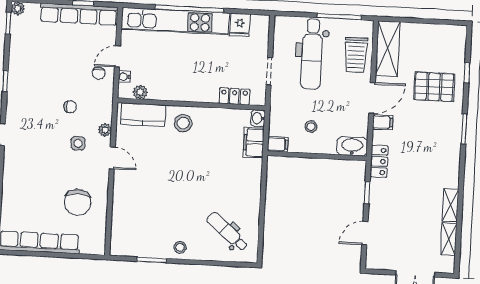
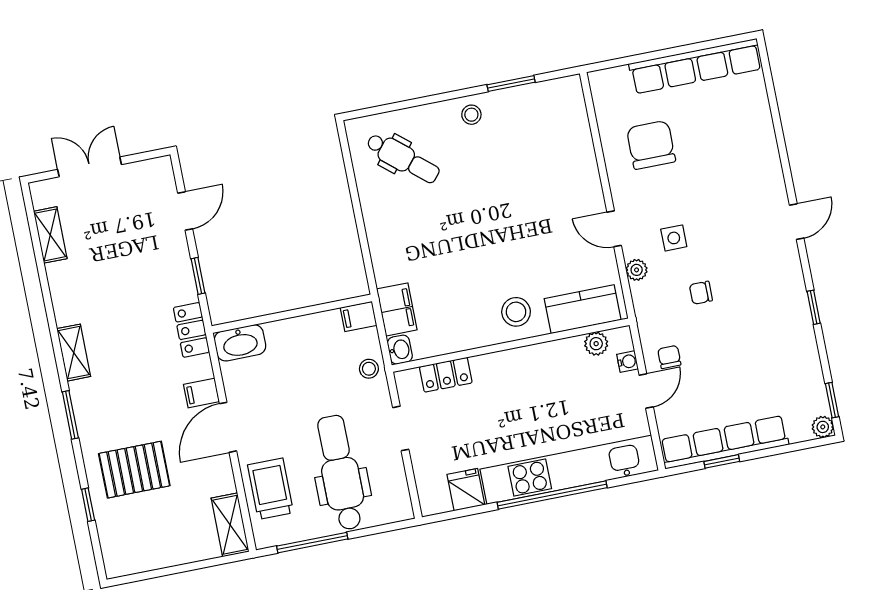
shelving: (388, 49) -> (230, 525), width x0.67, depth x0.75
stool: (311, 127) -> (369, 369), moved
shelving: (451, 205) -> (74, 353), moved

